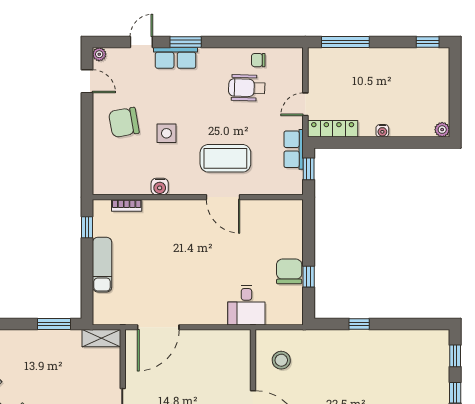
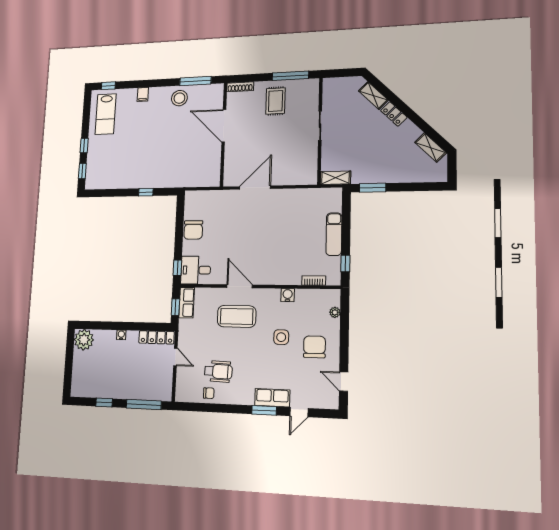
window: (428, 42) -> (104, 403), moved
plant: (99, 54) -> (335, 312), moved
door: (305, 104) -> (175, 357), hinge flipped
chair: (124, 122) -> (314, 347), turned -80
plant: (442, 130) -> (84, 340), width x1.87, depth x1.87
row of seats: (294, 149) -> (187, 303), moved
window: (309, 277) -> (177, 268), moved
desk: (246, 305) -> (196, 270), moved, turned -90
door: (158, 327) -> (255, 188), moved
stool: (281, 360) -> (202, 165), removed

